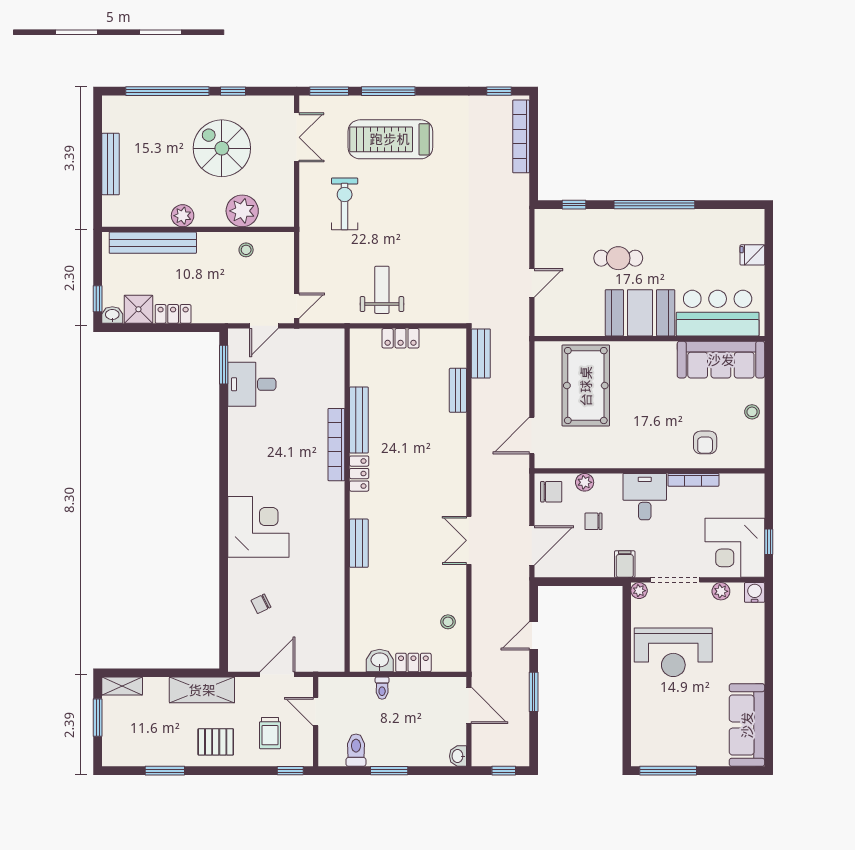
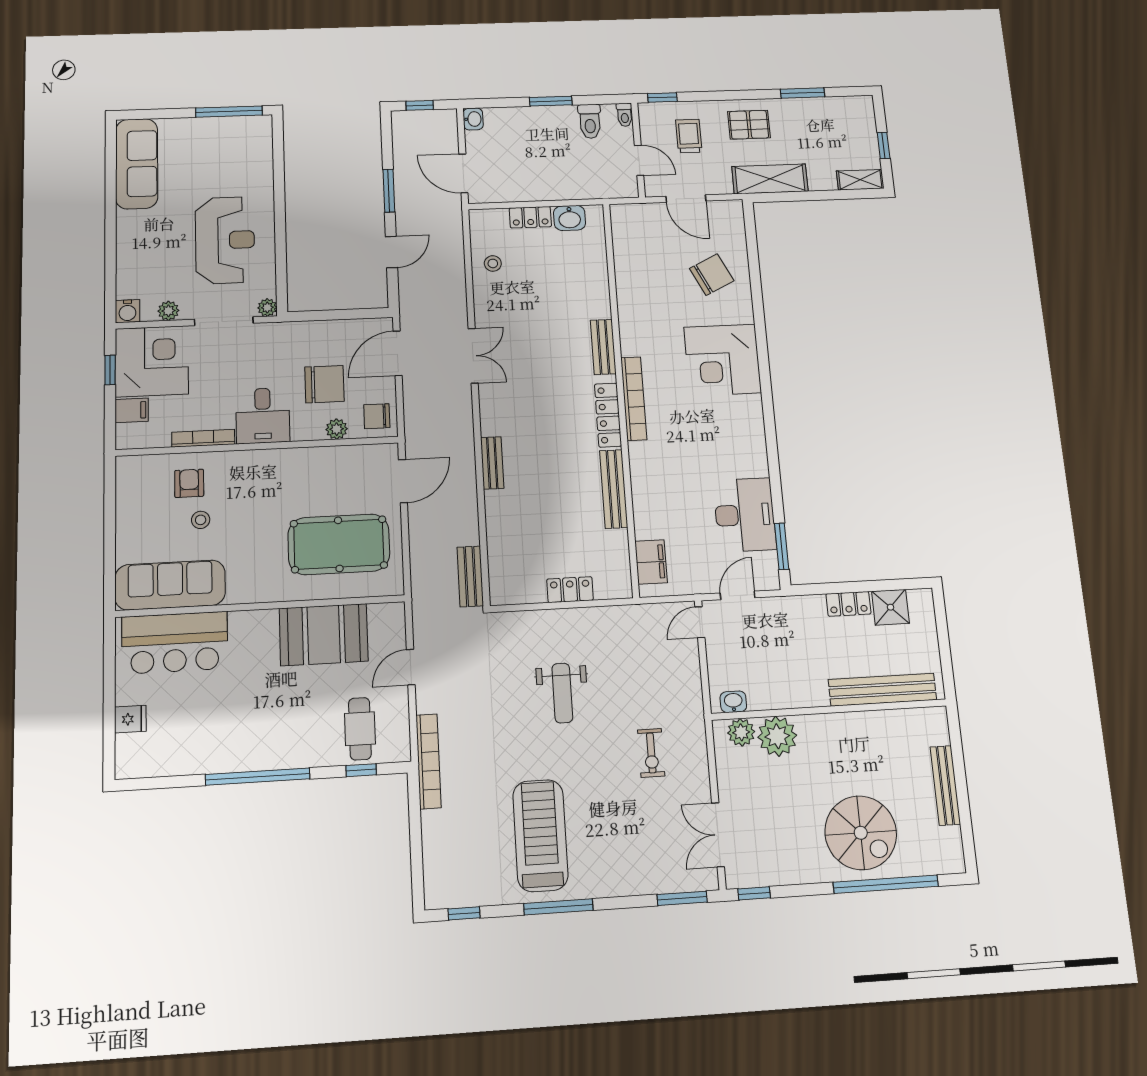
window: (233, 91) -> (754, 893), moved
window: (388, 91) -> (558, 907), moved
bookcase: (521, 136) -> (428, 761), moved
treadmill: (390, 139) -> (540, 835), moved, turned -90
spiral stairs: (222, 148) -> (861, 833), moved
exercise bike: (345, 204) -> (651, 753), width x0.73, depth x0.72
plant: (183, 216) -> (741, 732), moved
stool: (246, 250) -> (768, 688), removed
cafe table: (618, 258) -> (360, 729), moved, turned 90
weight bench: (382, 290) -> (562, 693), moved
window: (98, 299) -> (941, 617), removed
booth: (640, 313) -> (324, 635), moved
washbasin: (112, 315) -> (733, 702), moved, turned 180
filing cabinet: (333, 357) -> (651, 562), added
desk: (252, 384) -> (745, 515), width x1.37
pool table: (586, 386) -> (339, 544), turned 90
bench: (458, 390) -> (492, 463), moved
stool: (752, 412) -> (201, 520), moved
bookcase: (336, 445) -> (634, 399), moved
locker: (359, 474) -> (608, 415), width x1.53
chair: (593, 521) -> (324, 384), width x1.87, depth x1.87
filing cabinet: (625, 564) -> (132, 410), moved, turned -90
chair: (261, 604) -> (712, 275), width x1.87, depth x1.87
reception desk: (673, 652) -> (225, 240), turned 90
door: (277, 674) -> (686, 199), hinge flipped
toilet: (382, 688) -> (625, 115), moved, turned 180
window: (98, 718) -> (884, 145), width x0.67

